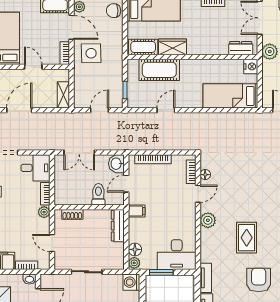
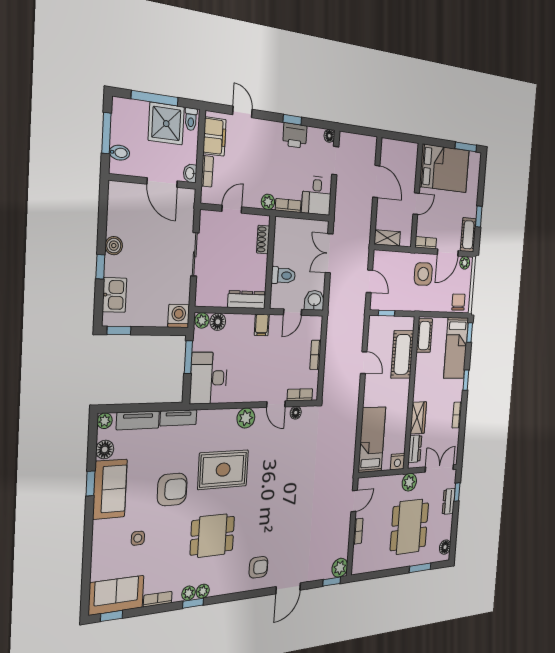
wardrobe: (172, 47) -> (418, 418), moved
bookcase: (153, 159) -> (315, 355), width x0.64
door: (126, 184) -> (293, 312), swing flipped
rug: (247, 238) -> (223, 470), width x1.36, depth x1.43

